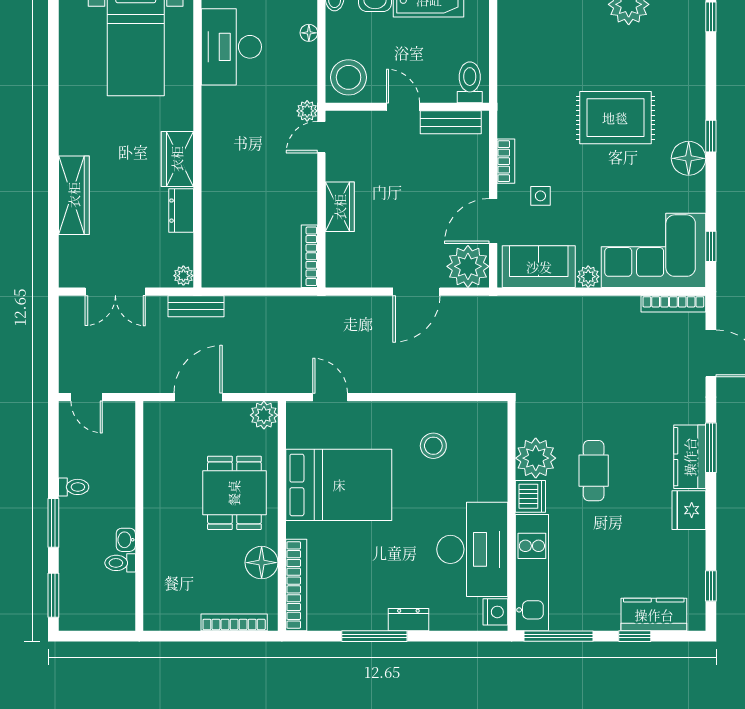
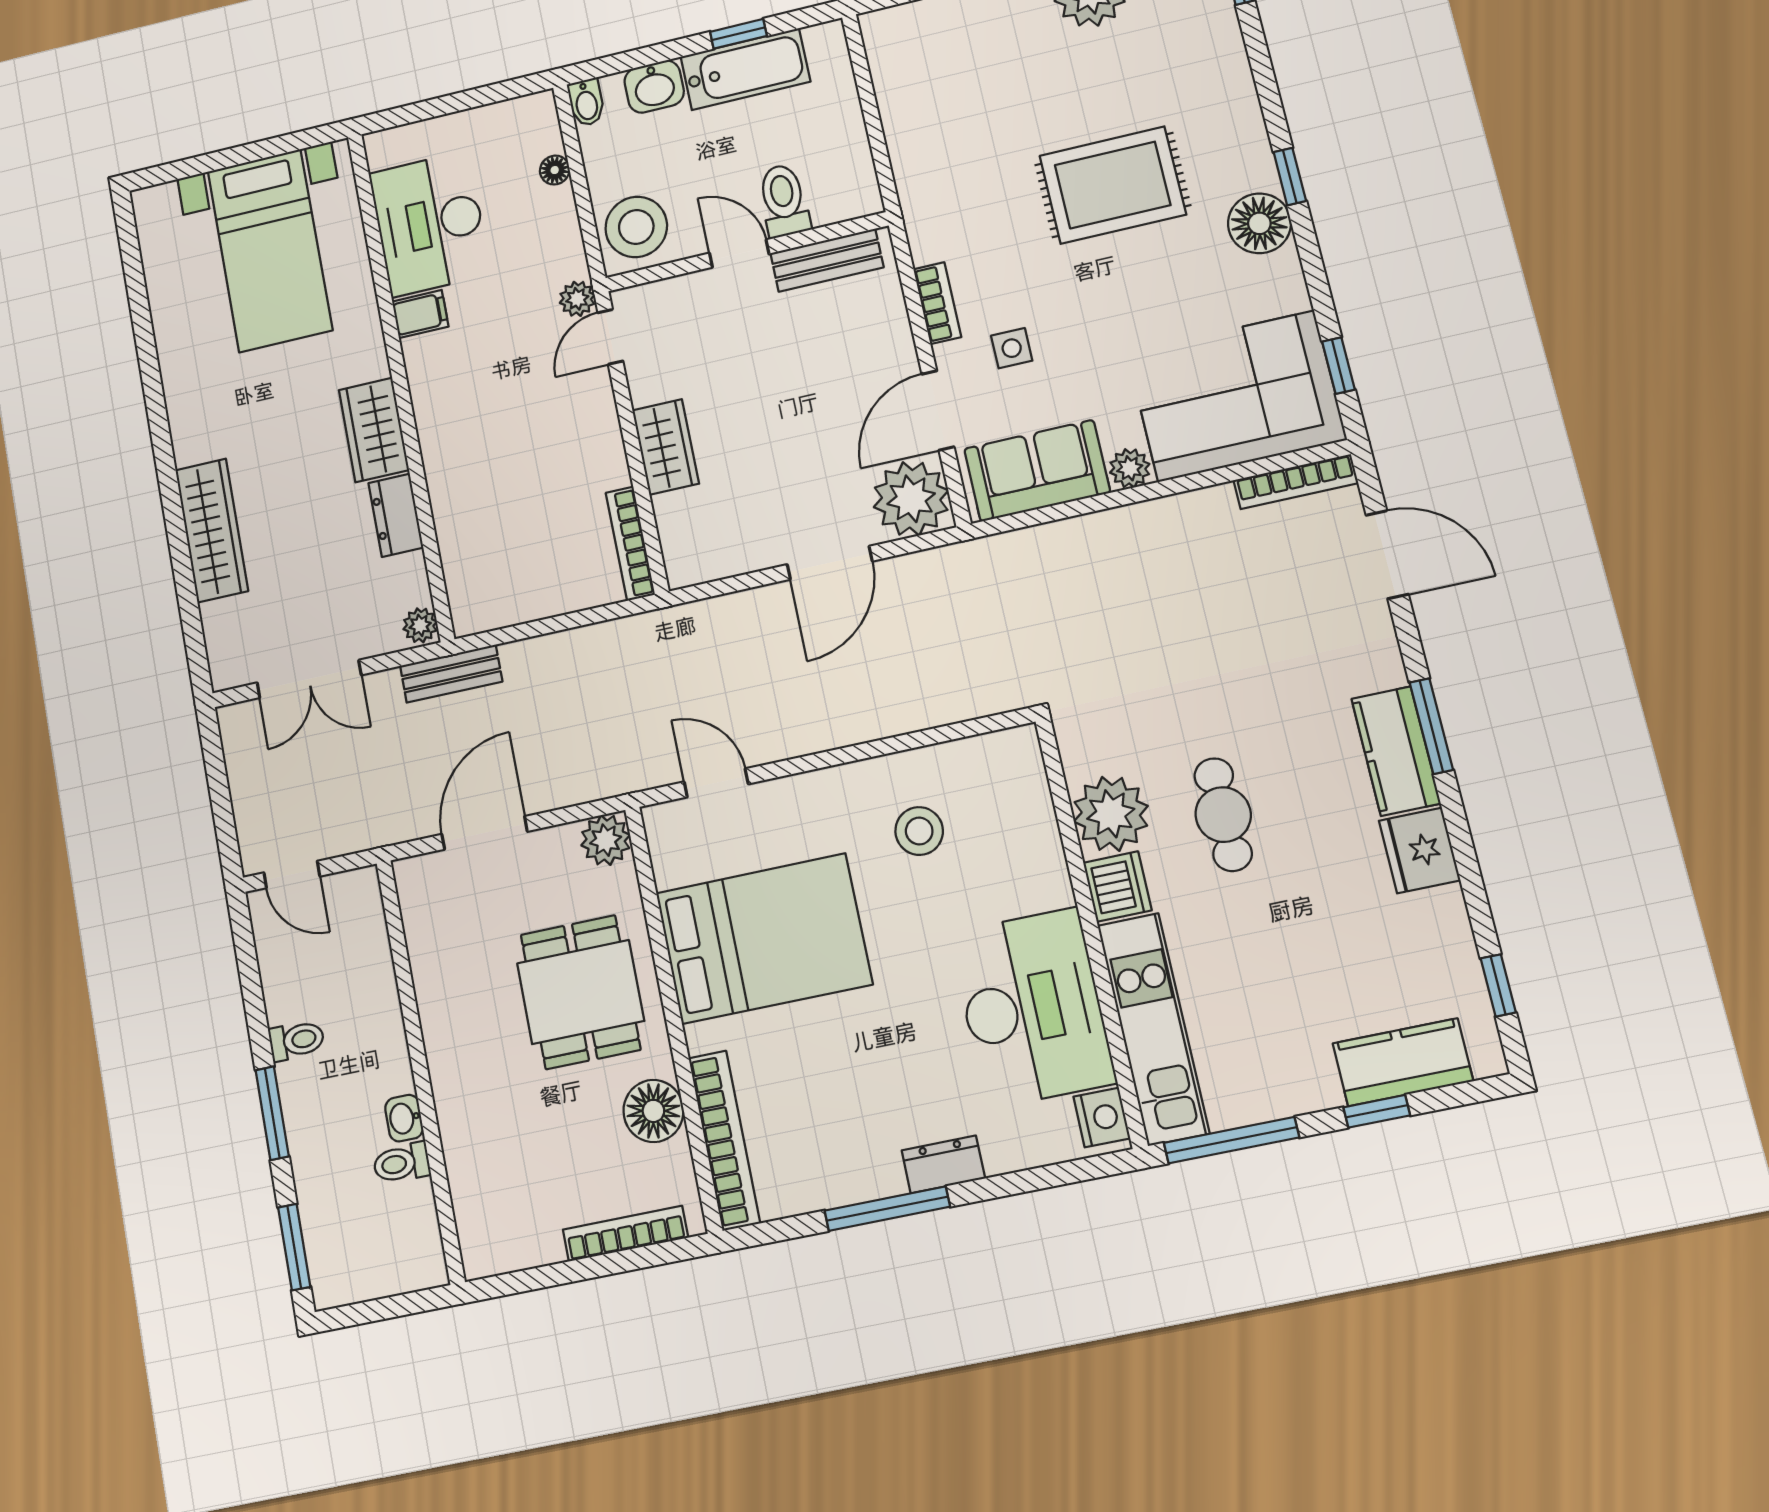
toilet: (470, 82) -> (784, 201), moved
filing cabinet: (216, 98) -> (420, 314), added

